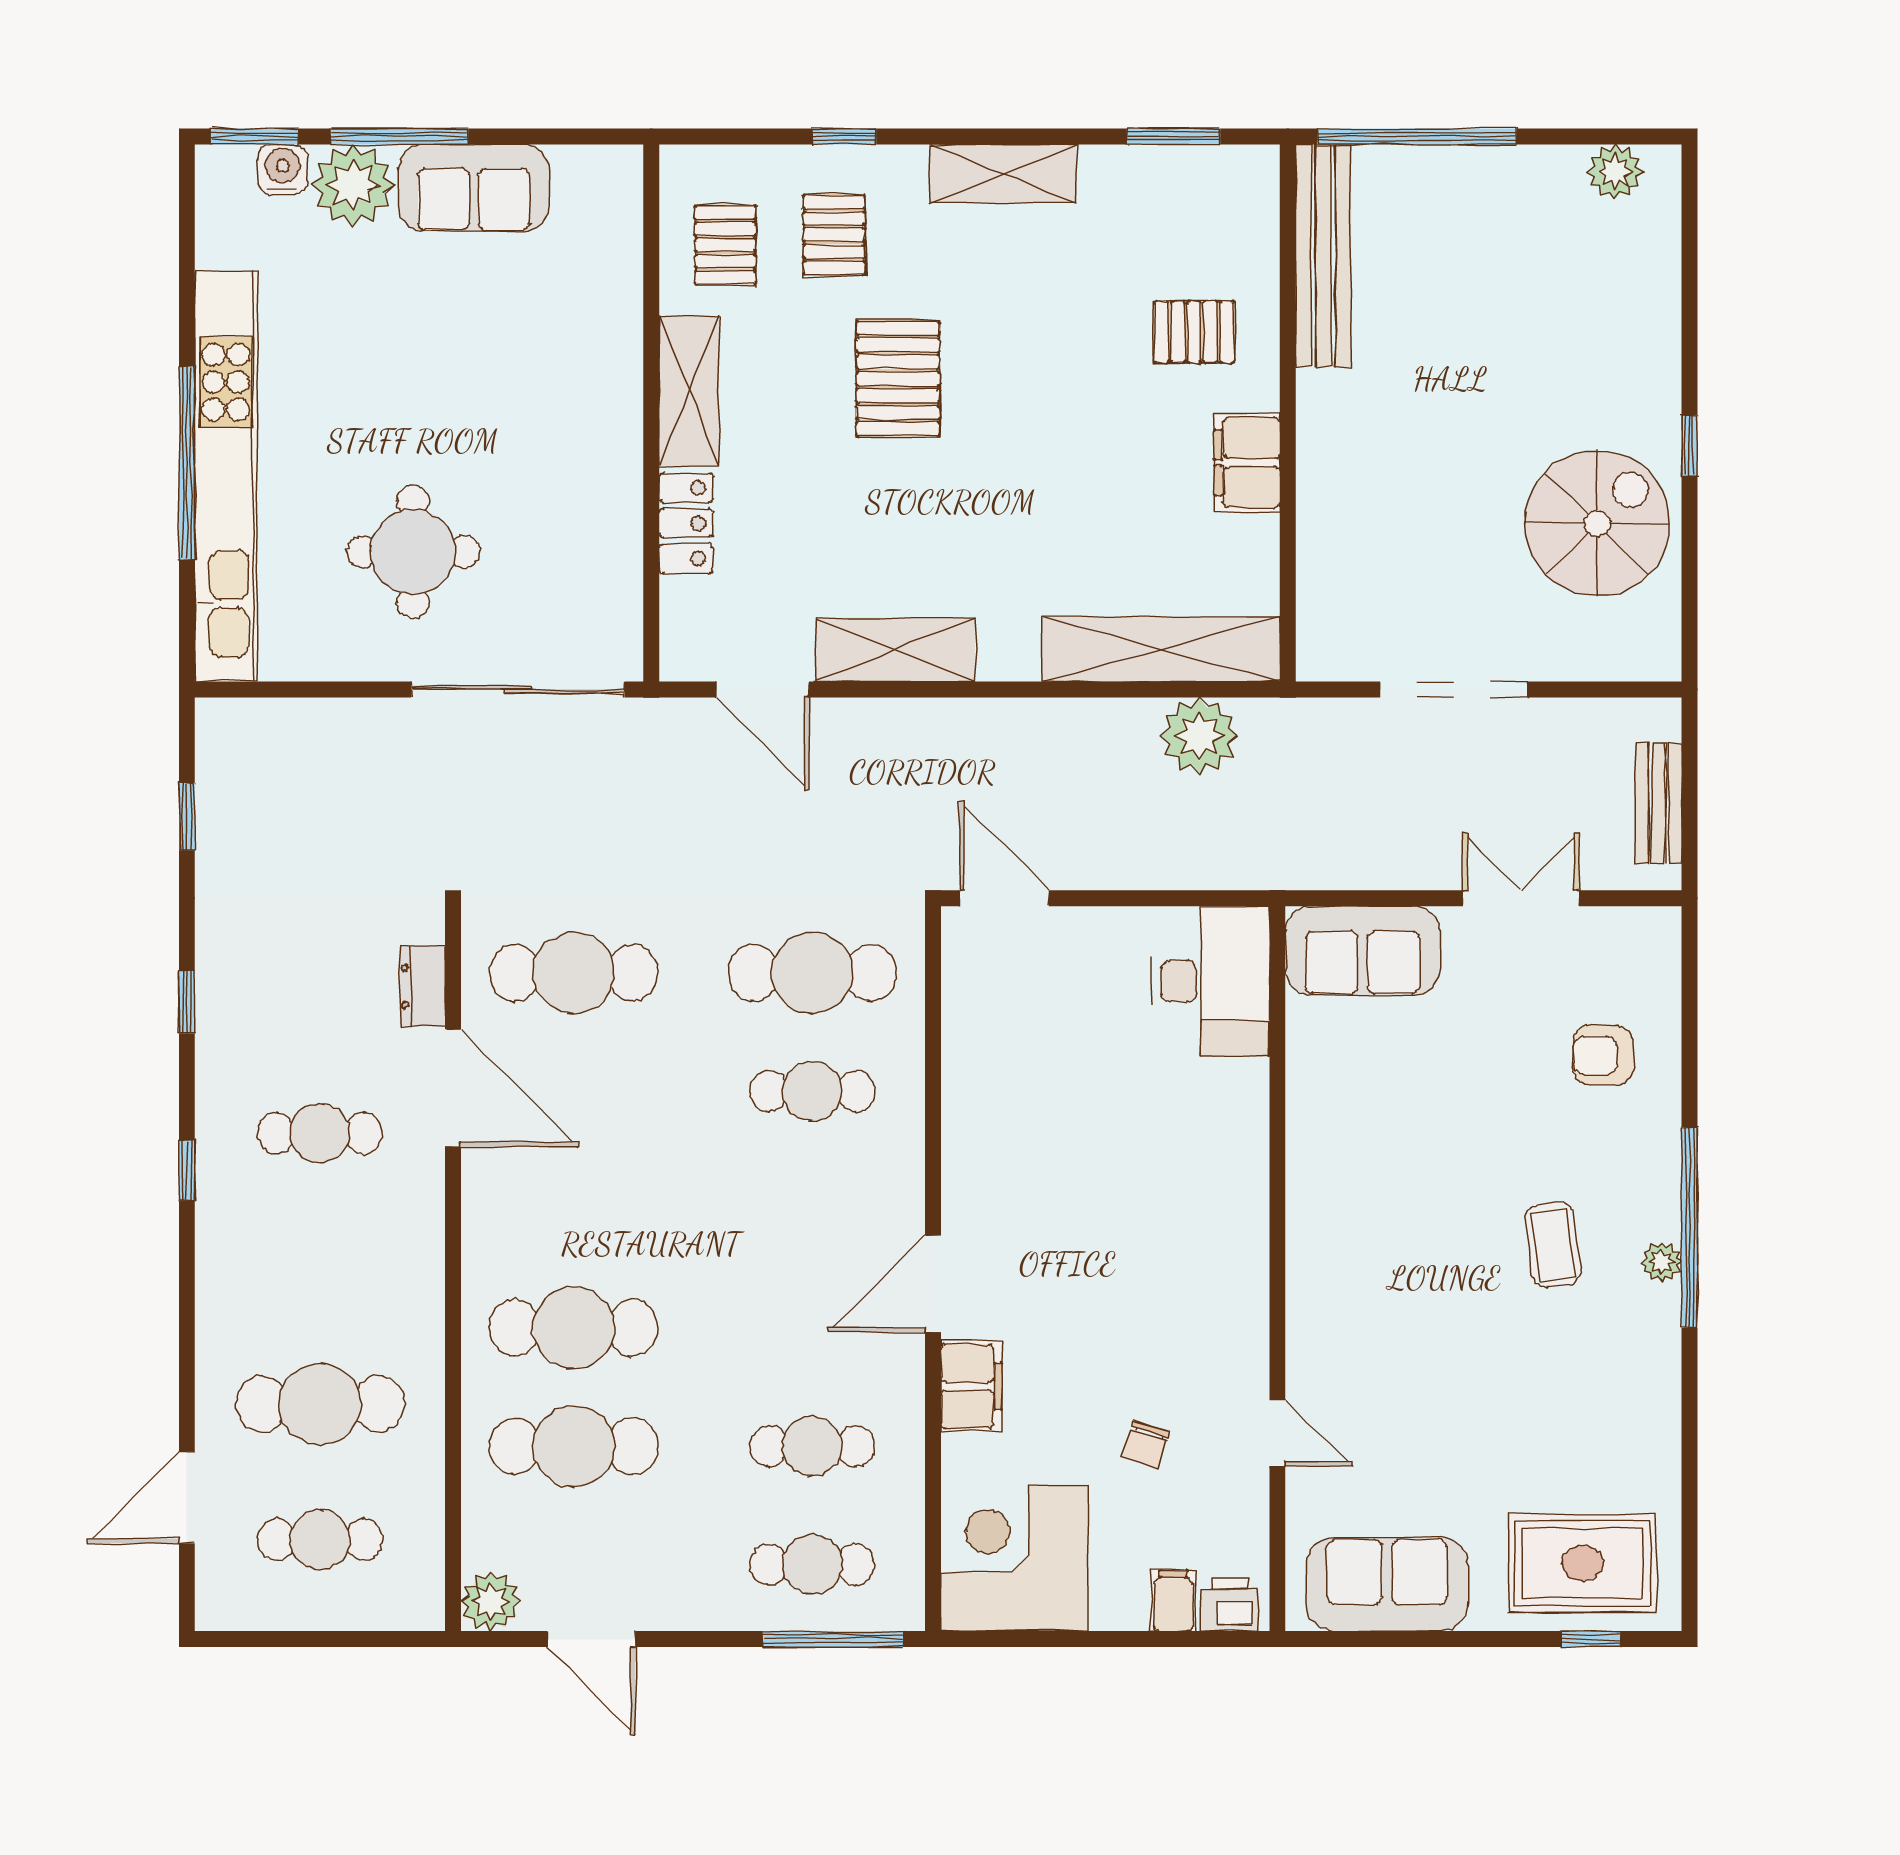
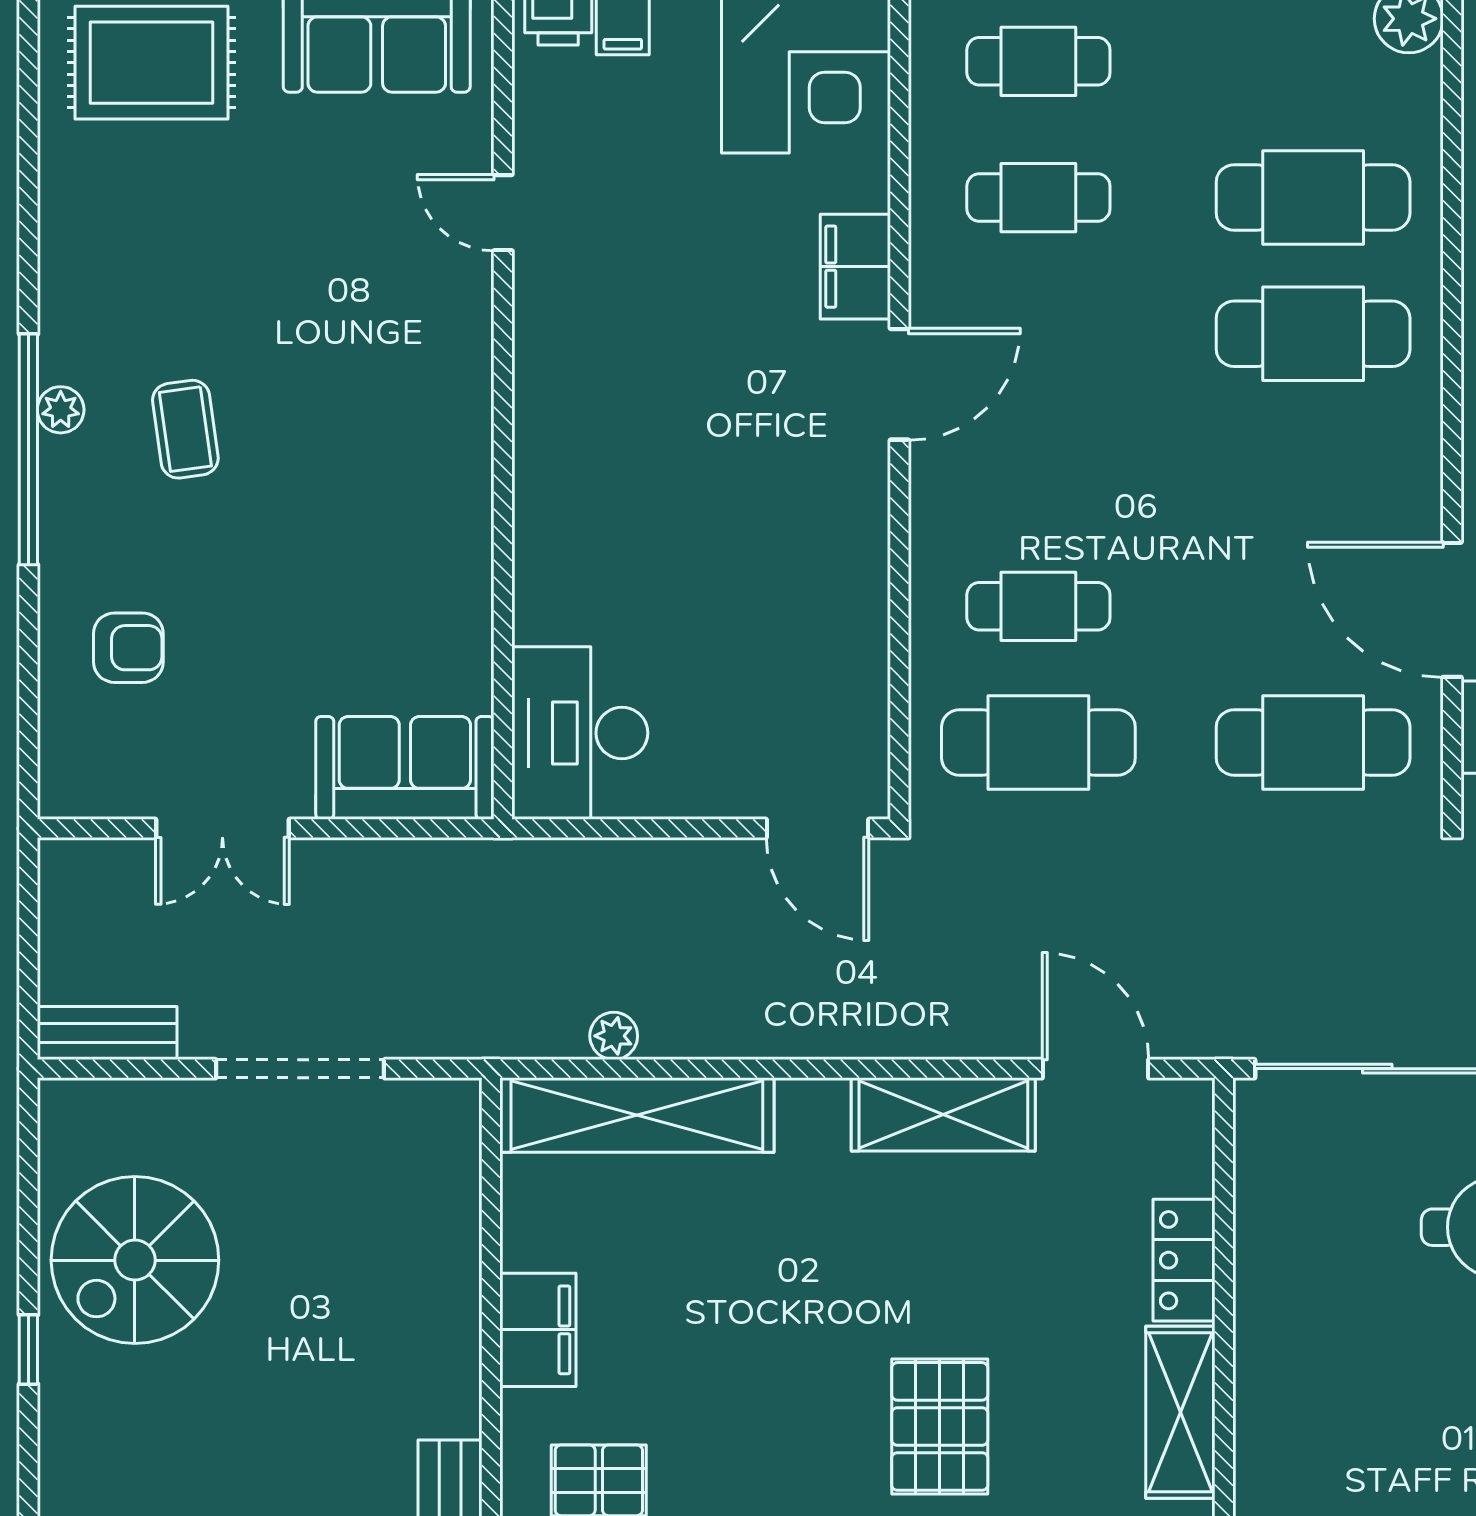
plant: (1199, 736) -> (614, 1036), width x0.53, depth x0.53
bench: (1659, 803) -> (107, 1033), moved, turned 90
chair: (1146, 1444) -> (655, 199), removed

